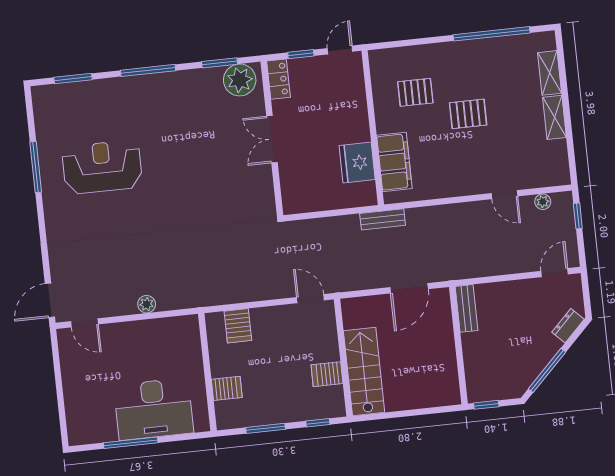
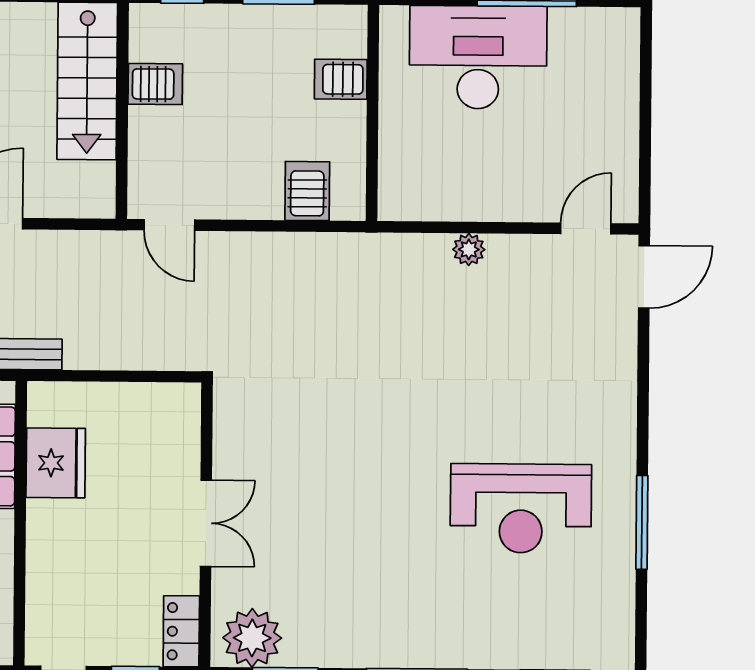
door: (84, 323) -> (586, 229), hinge flipped

